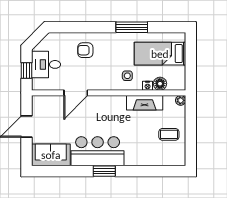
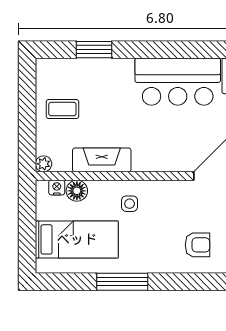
nightstand: (148, 86) -> (57, 188), moved
window: (104, 171) -> (94, 50), moved

